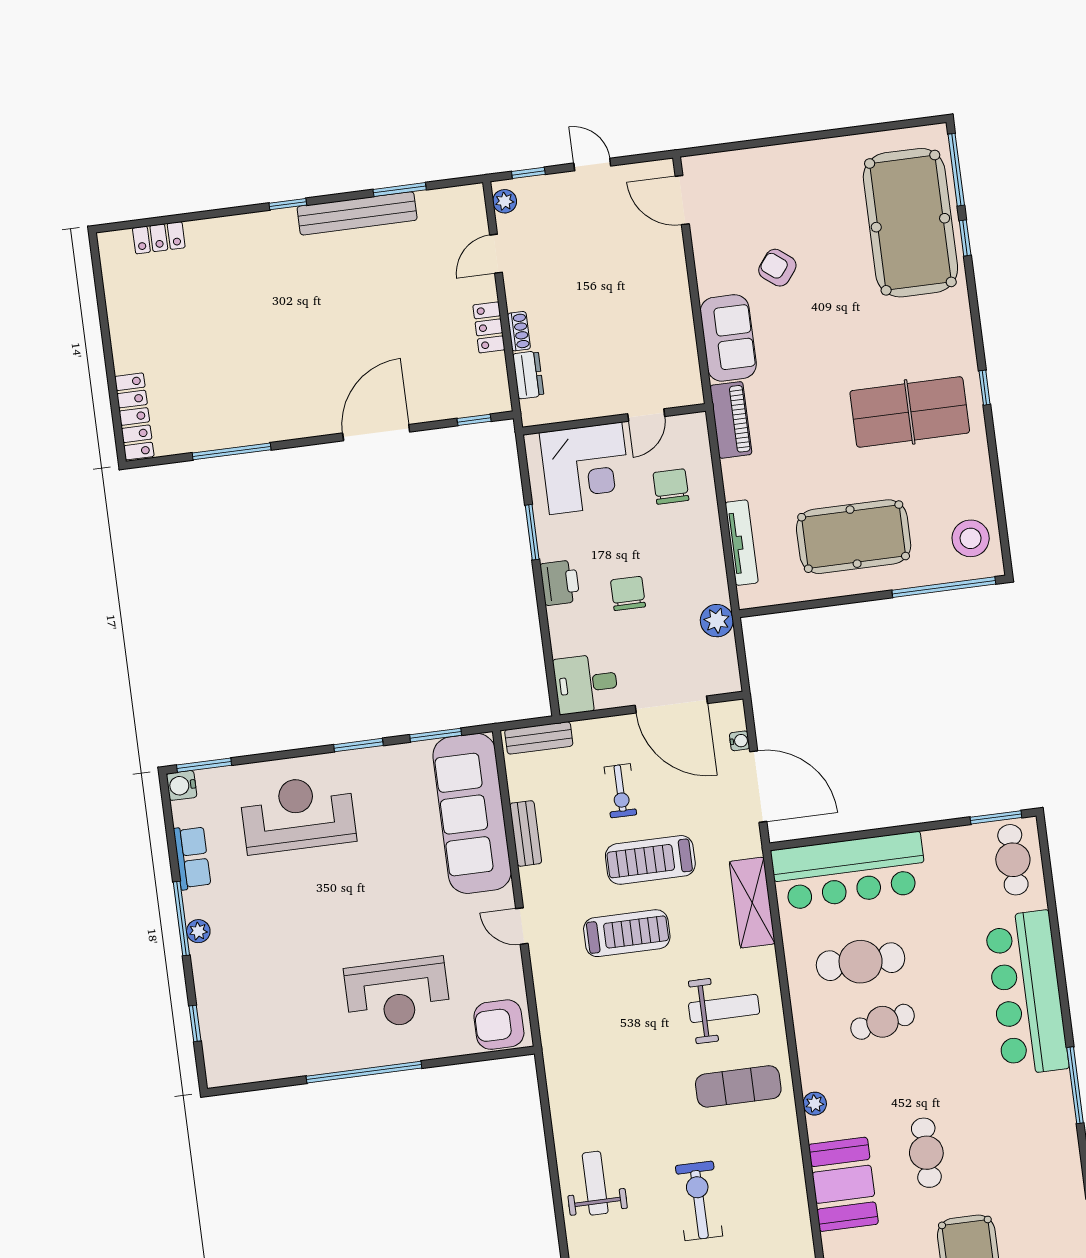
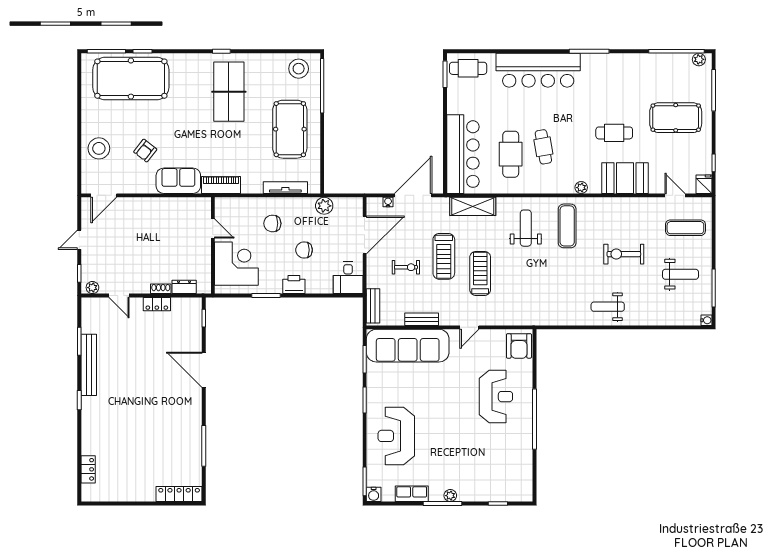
stool: (770, 179) -> (99, 148), added
chair: (671, 486) -> (272, 223), moved

